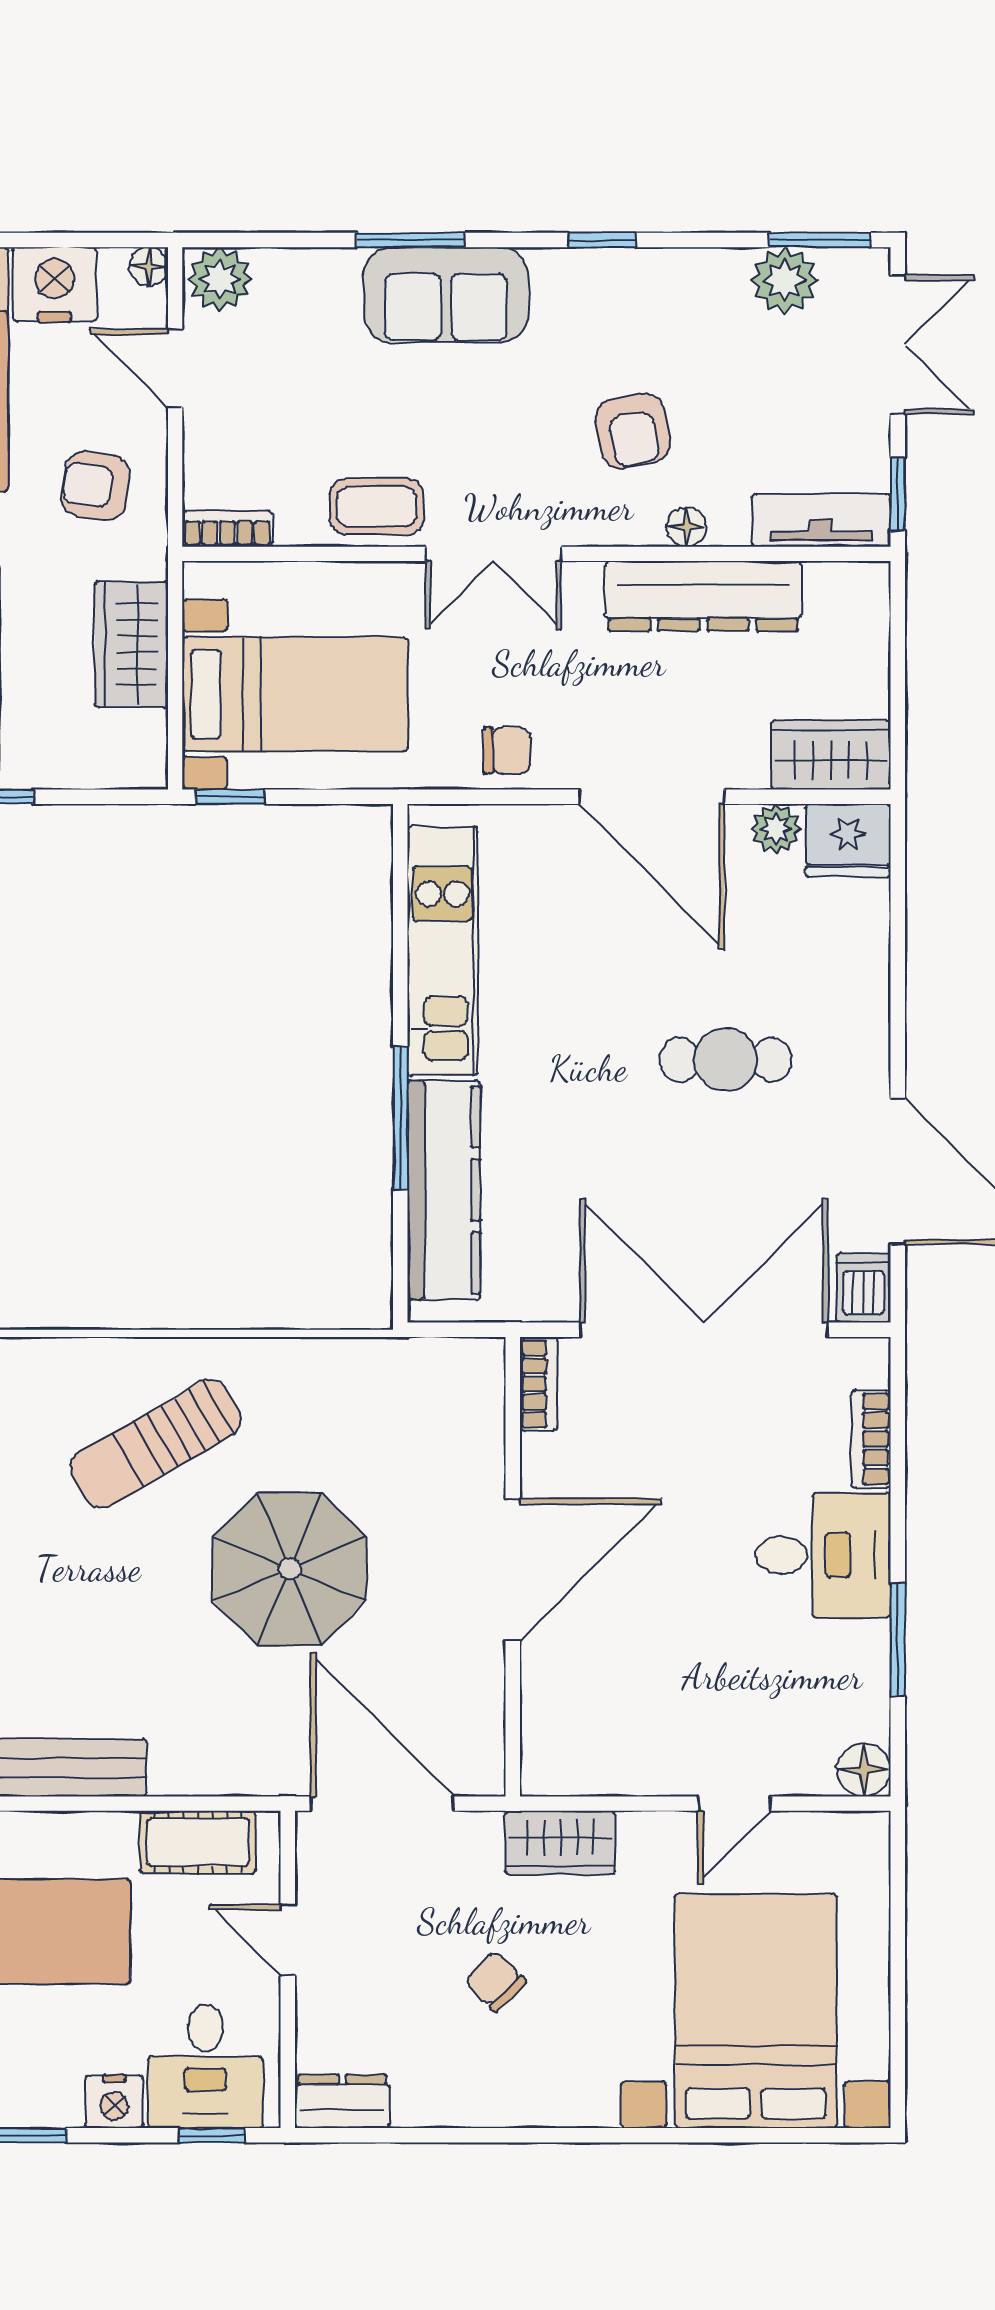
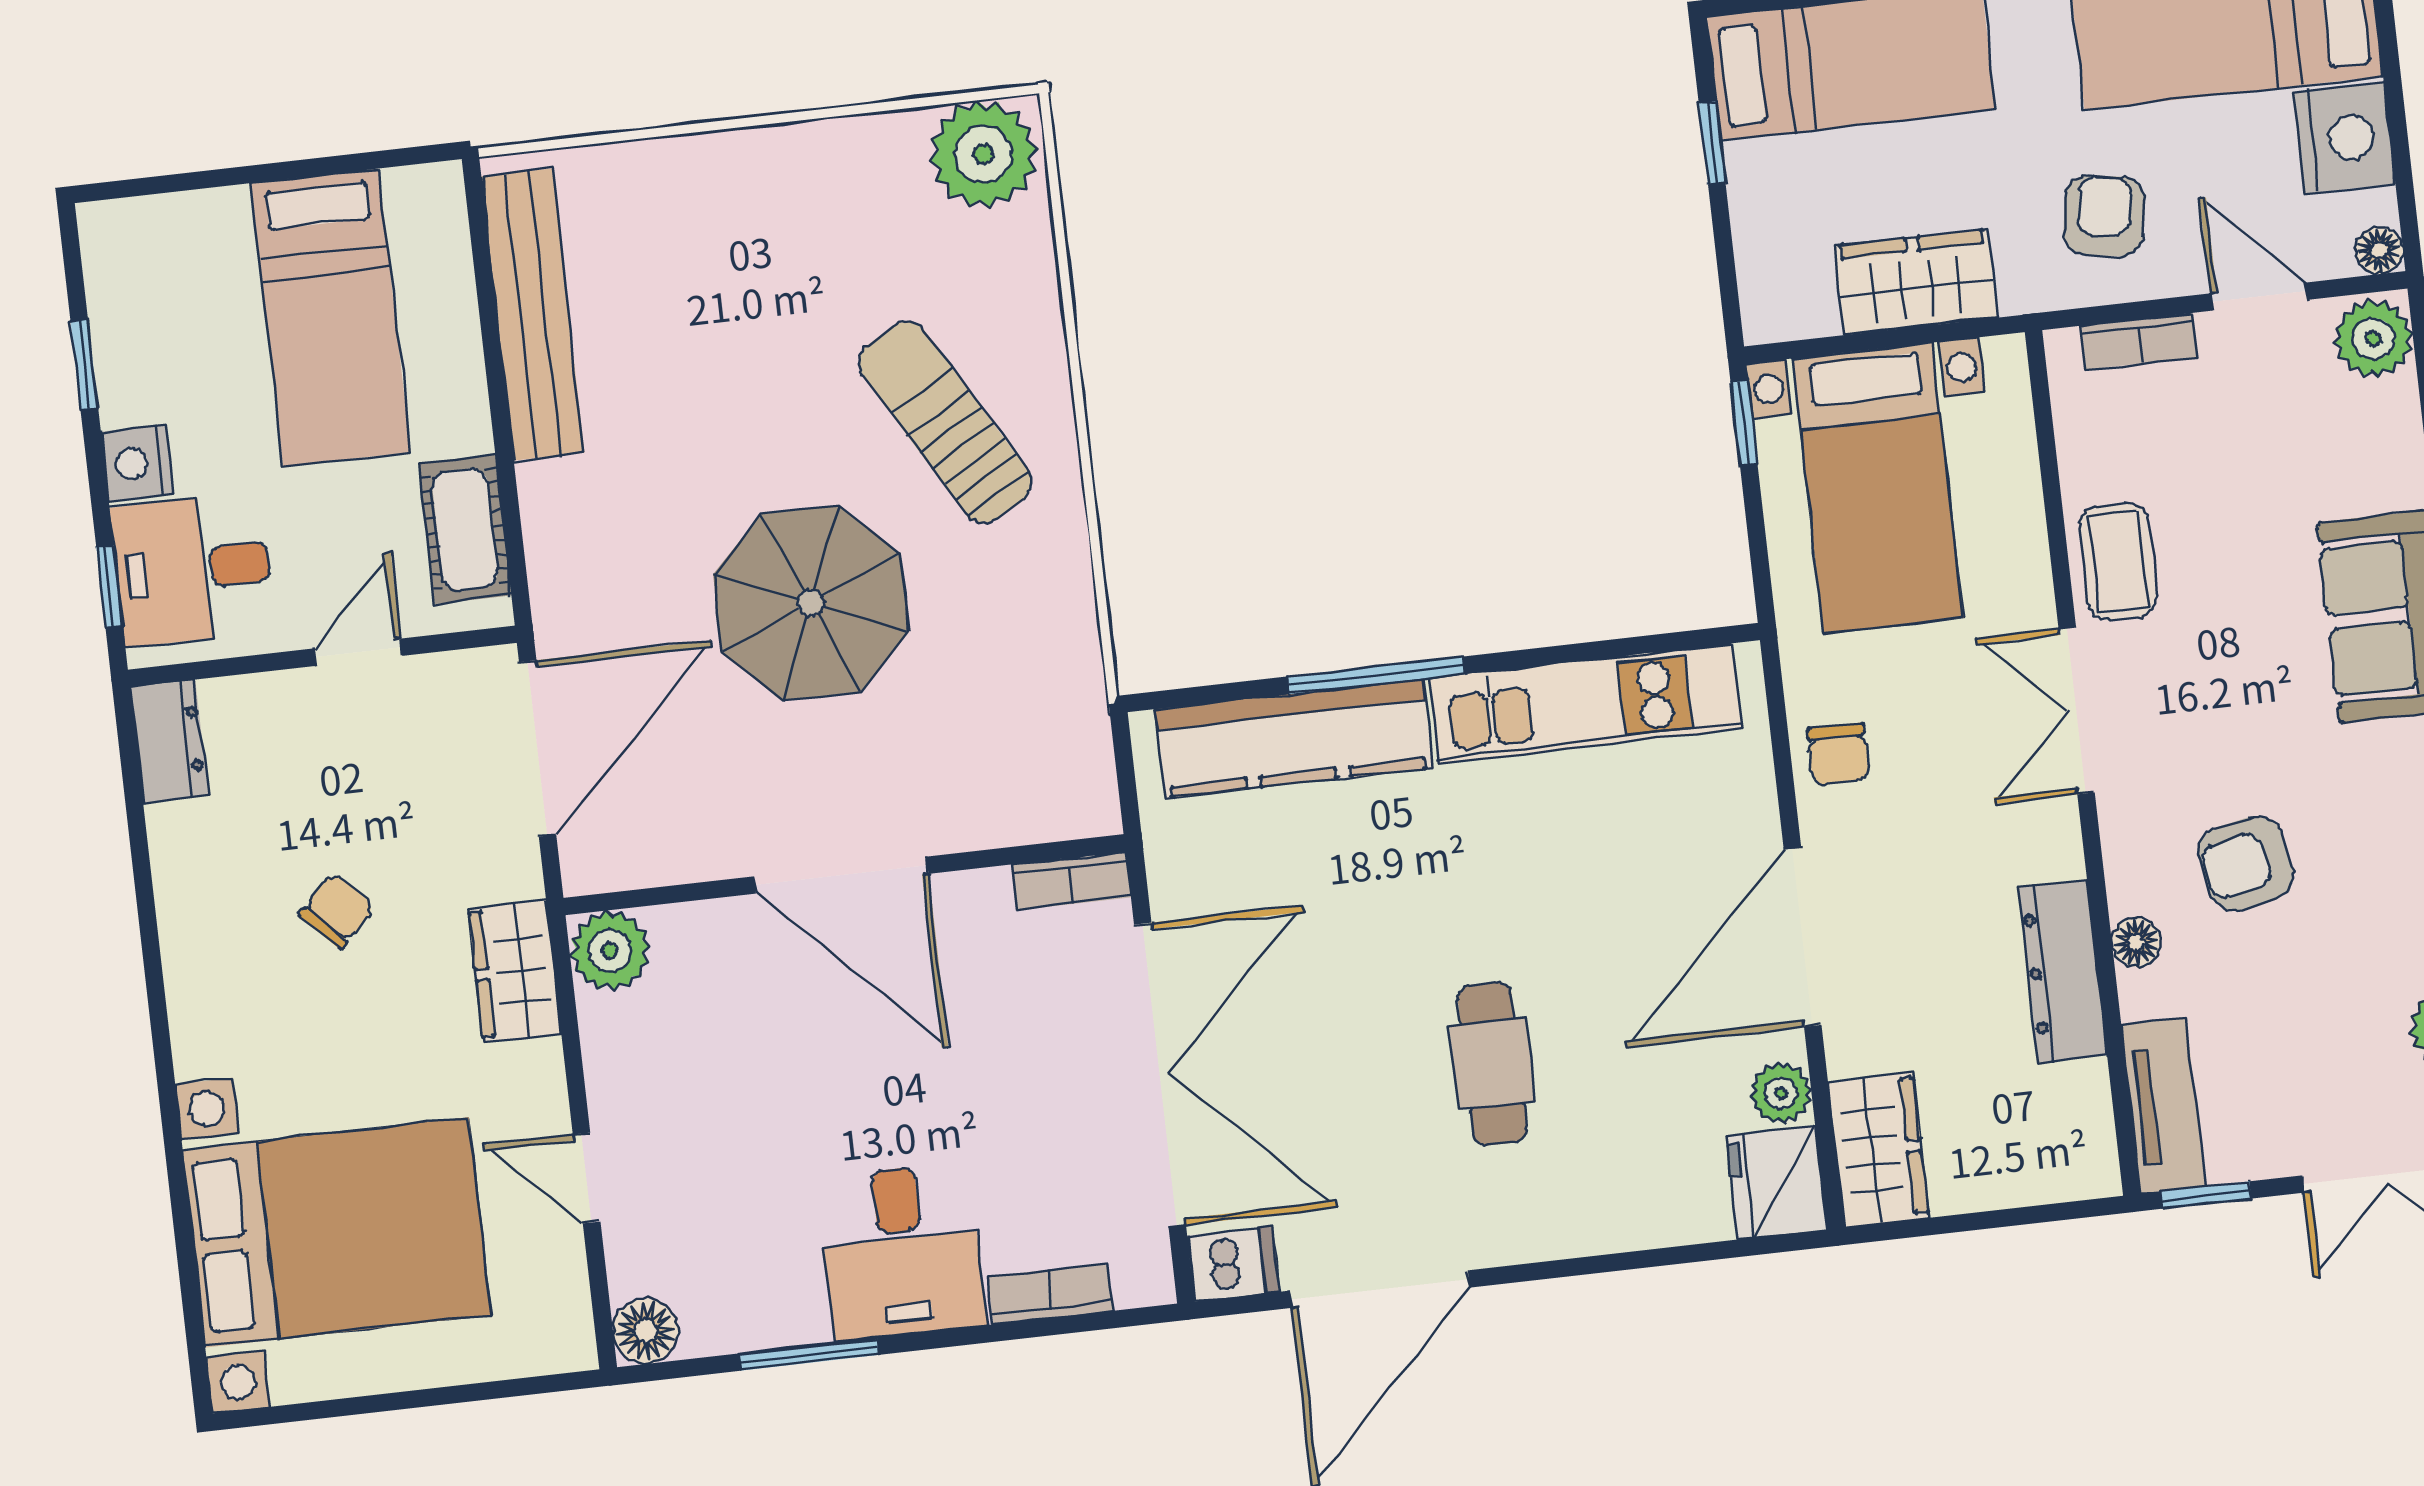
door: (175, 368) -> (2259, 297), hinge flipped
bookcase: (227, 529) -> (2139, 341), moved, turned 90
dresser: (703, 596) -> (2063, 971), width x0.73, depth x0.80
plant: (553, 1764) -> (610, 951), added

